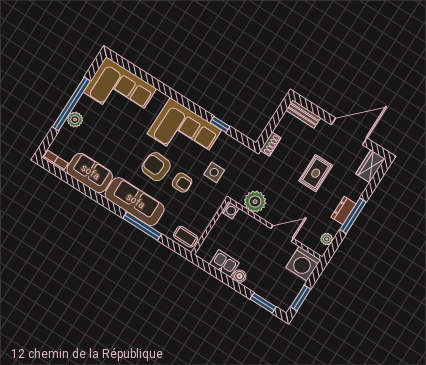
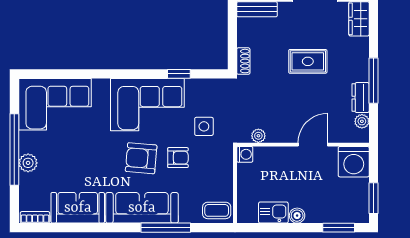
rug: (316, 173) -> (308, 61), turned 90
plant: (255, 202) -> (258, 136), width x0.53, depth x0.53
dresser: (344, 211) -> (361, 98), moved

